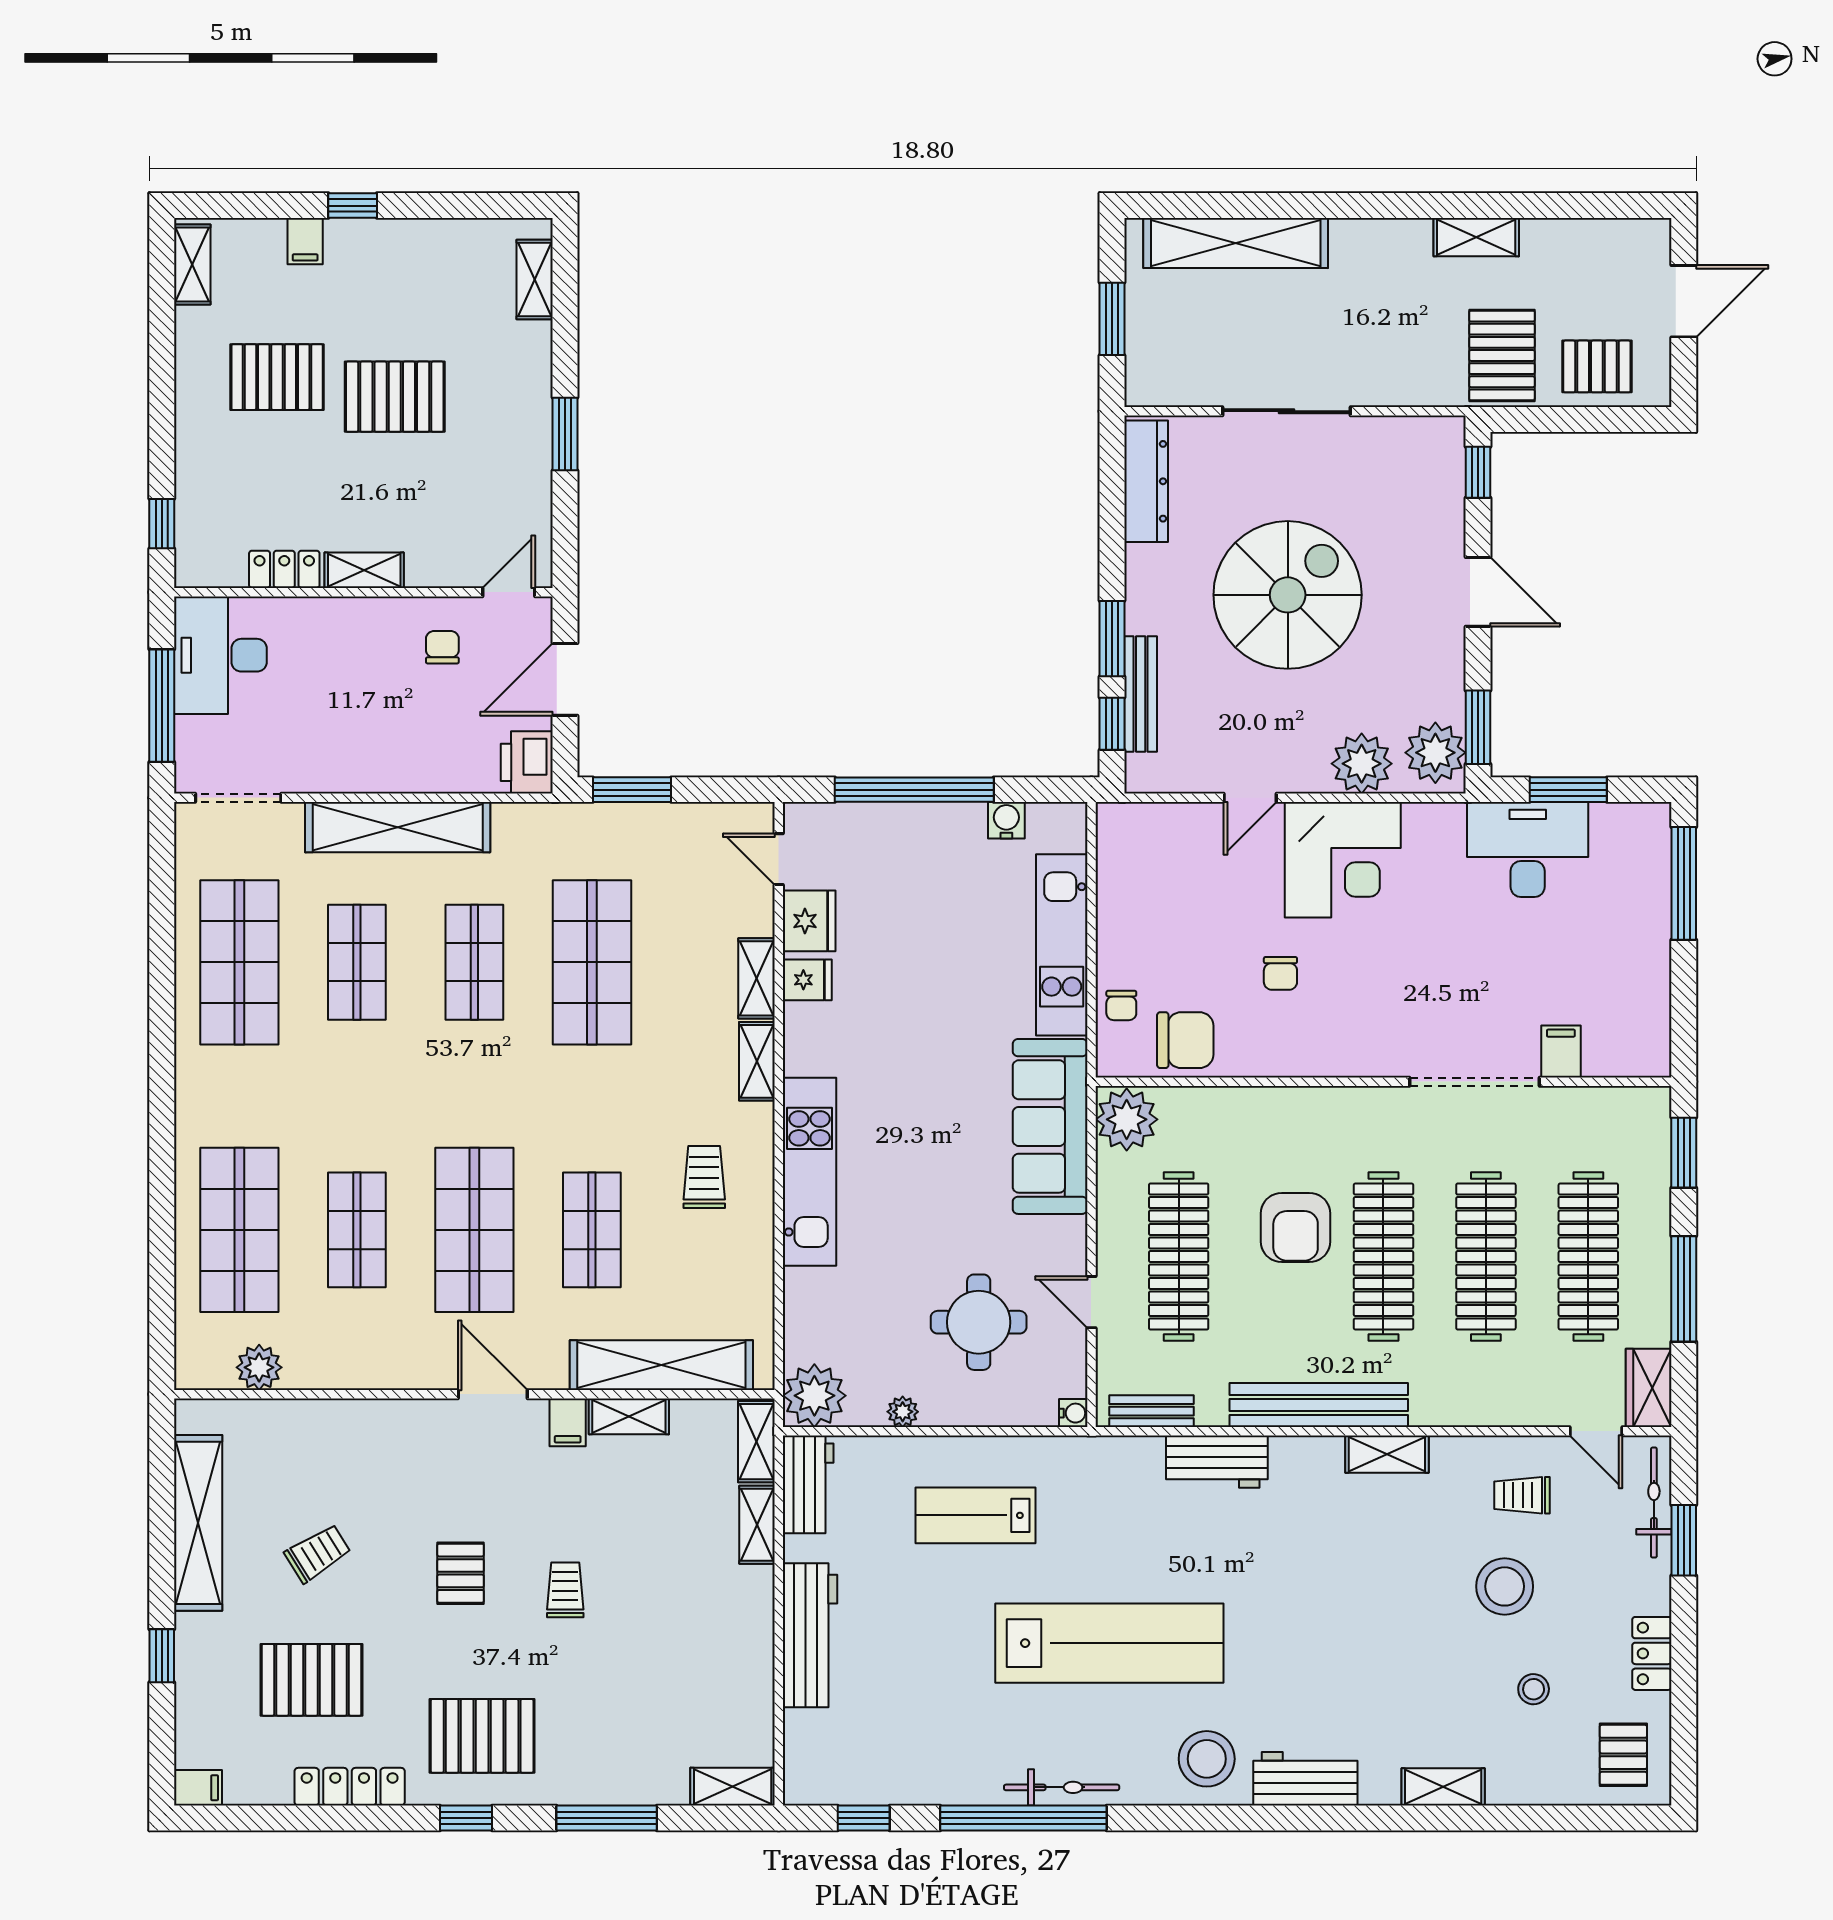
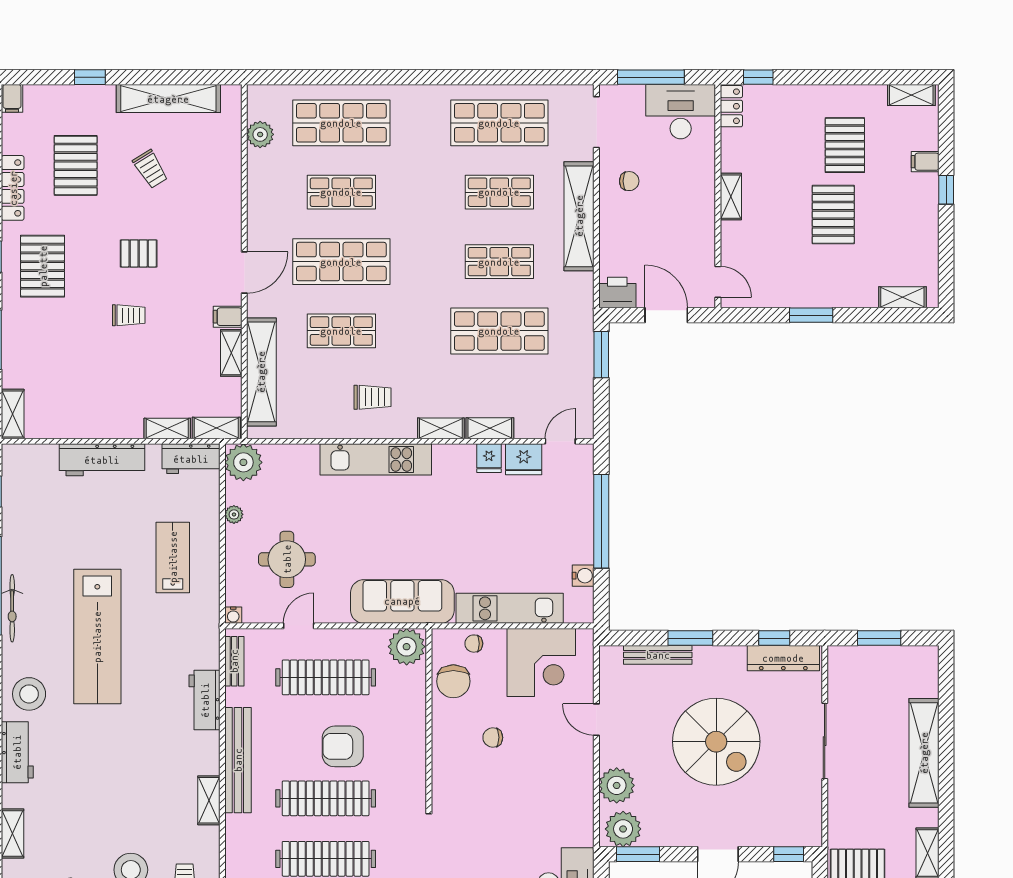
shelving: (1236, 243) -> (924, 753), moved
locker: (284, 569) -> (731, 106), moved
chair: (442, 647) -> (629, 181), moved
window: (1112, 724) -> (774, 638), moved
corner desk: (1343, 860) -> (541, 662), moved, turned -90

